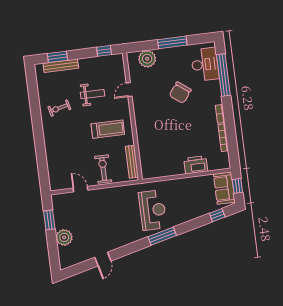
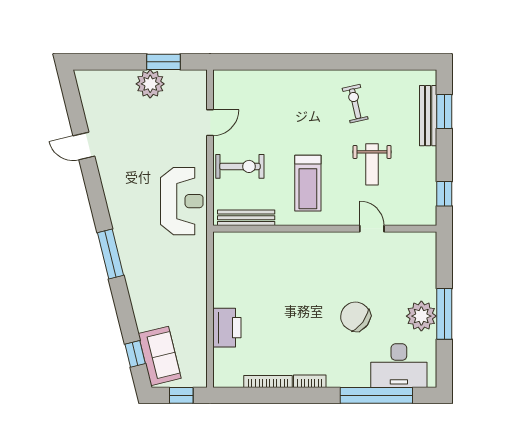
plant: (147, 59) -> (421, 316), moved
sofa: (224, 188) -> (160, 356), moved, turned 76
reception desk: (153, 210) -> (182, 201), moved, turned -90
plant: (64, 237) -> (150, 84), moved

